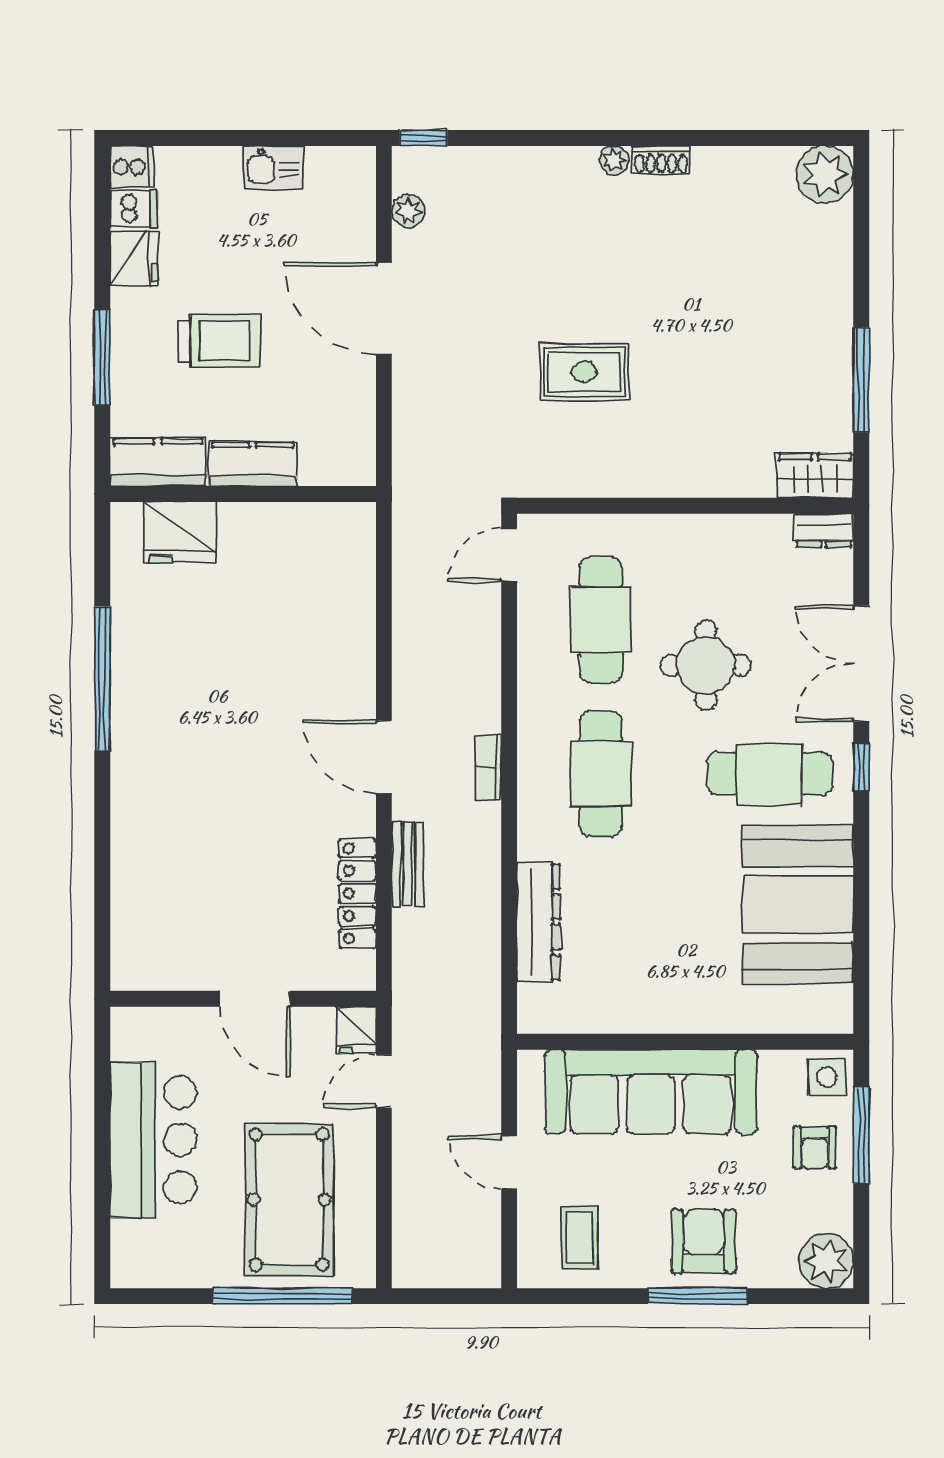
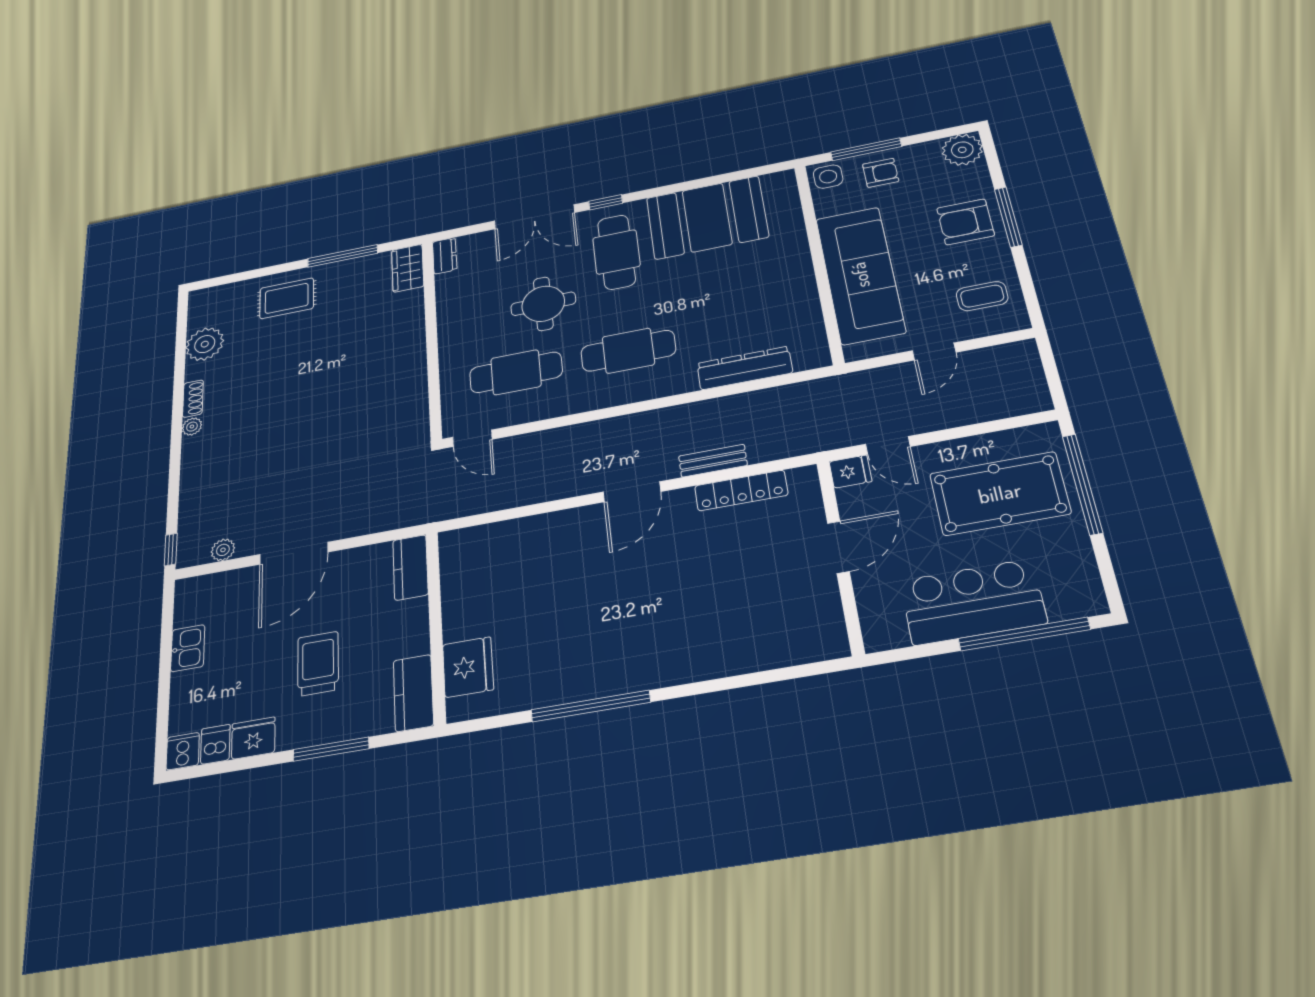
plant: (825, 174) -> (205, 344), moved
rug: (584, 372) -> (287, 298), moved, turned 90
kitchen counter: (253, 464) -> (410, 567), moved
bookcase: (488, 767) -> (632, 422), removed
window: (102, 1188) -> (1024, 634), added

